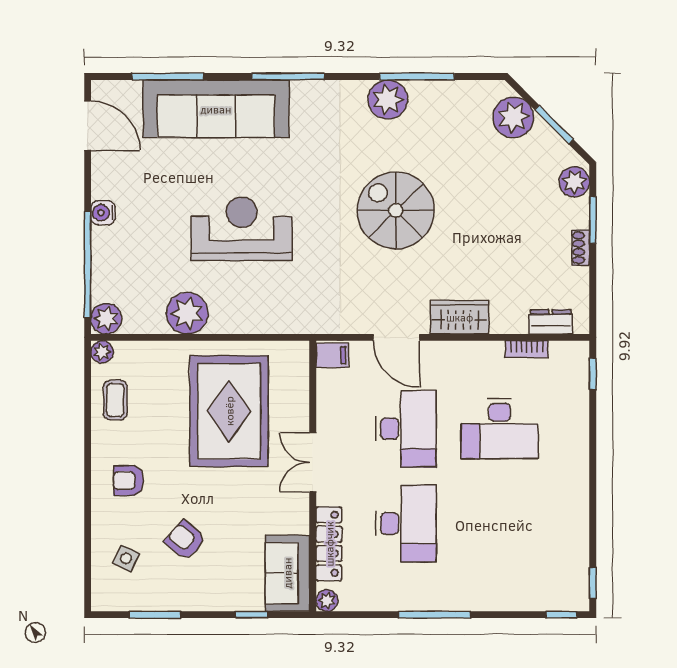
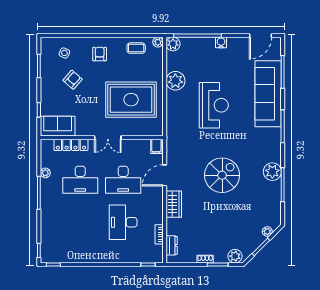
plant: (513, 117) -> (267, 232), width x0.53, depth x0.53
double door: (313, 462) -> (108, 138), swing flipped
plant: (327, 600) -> (45, 173), moved

